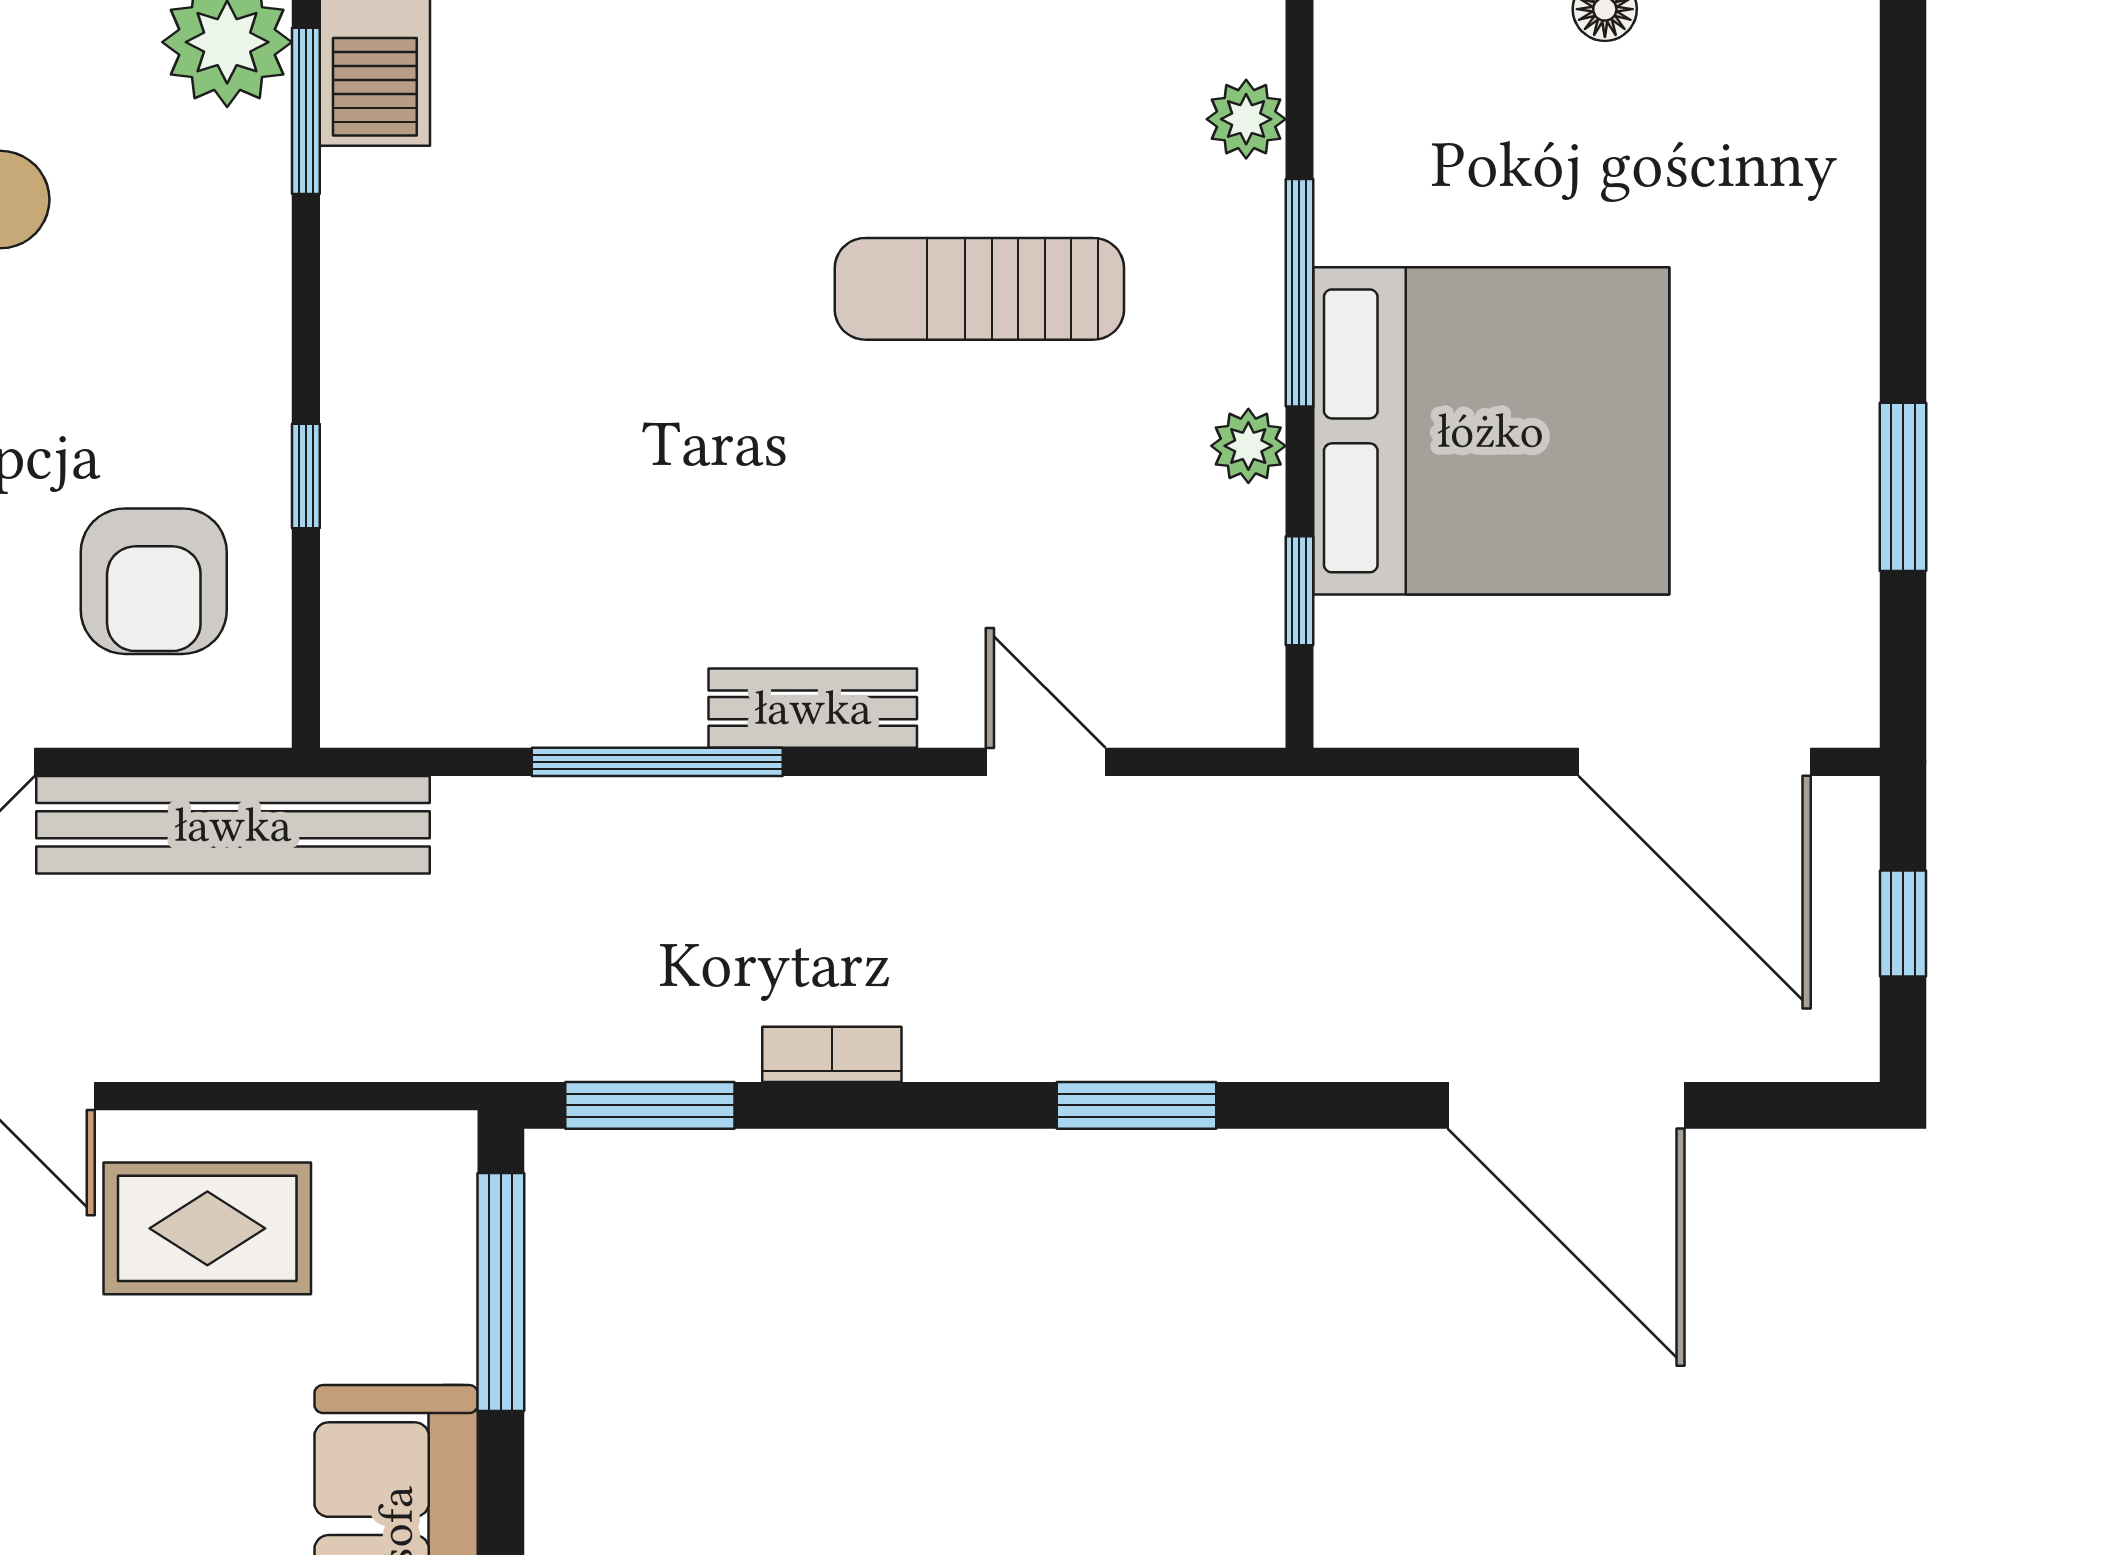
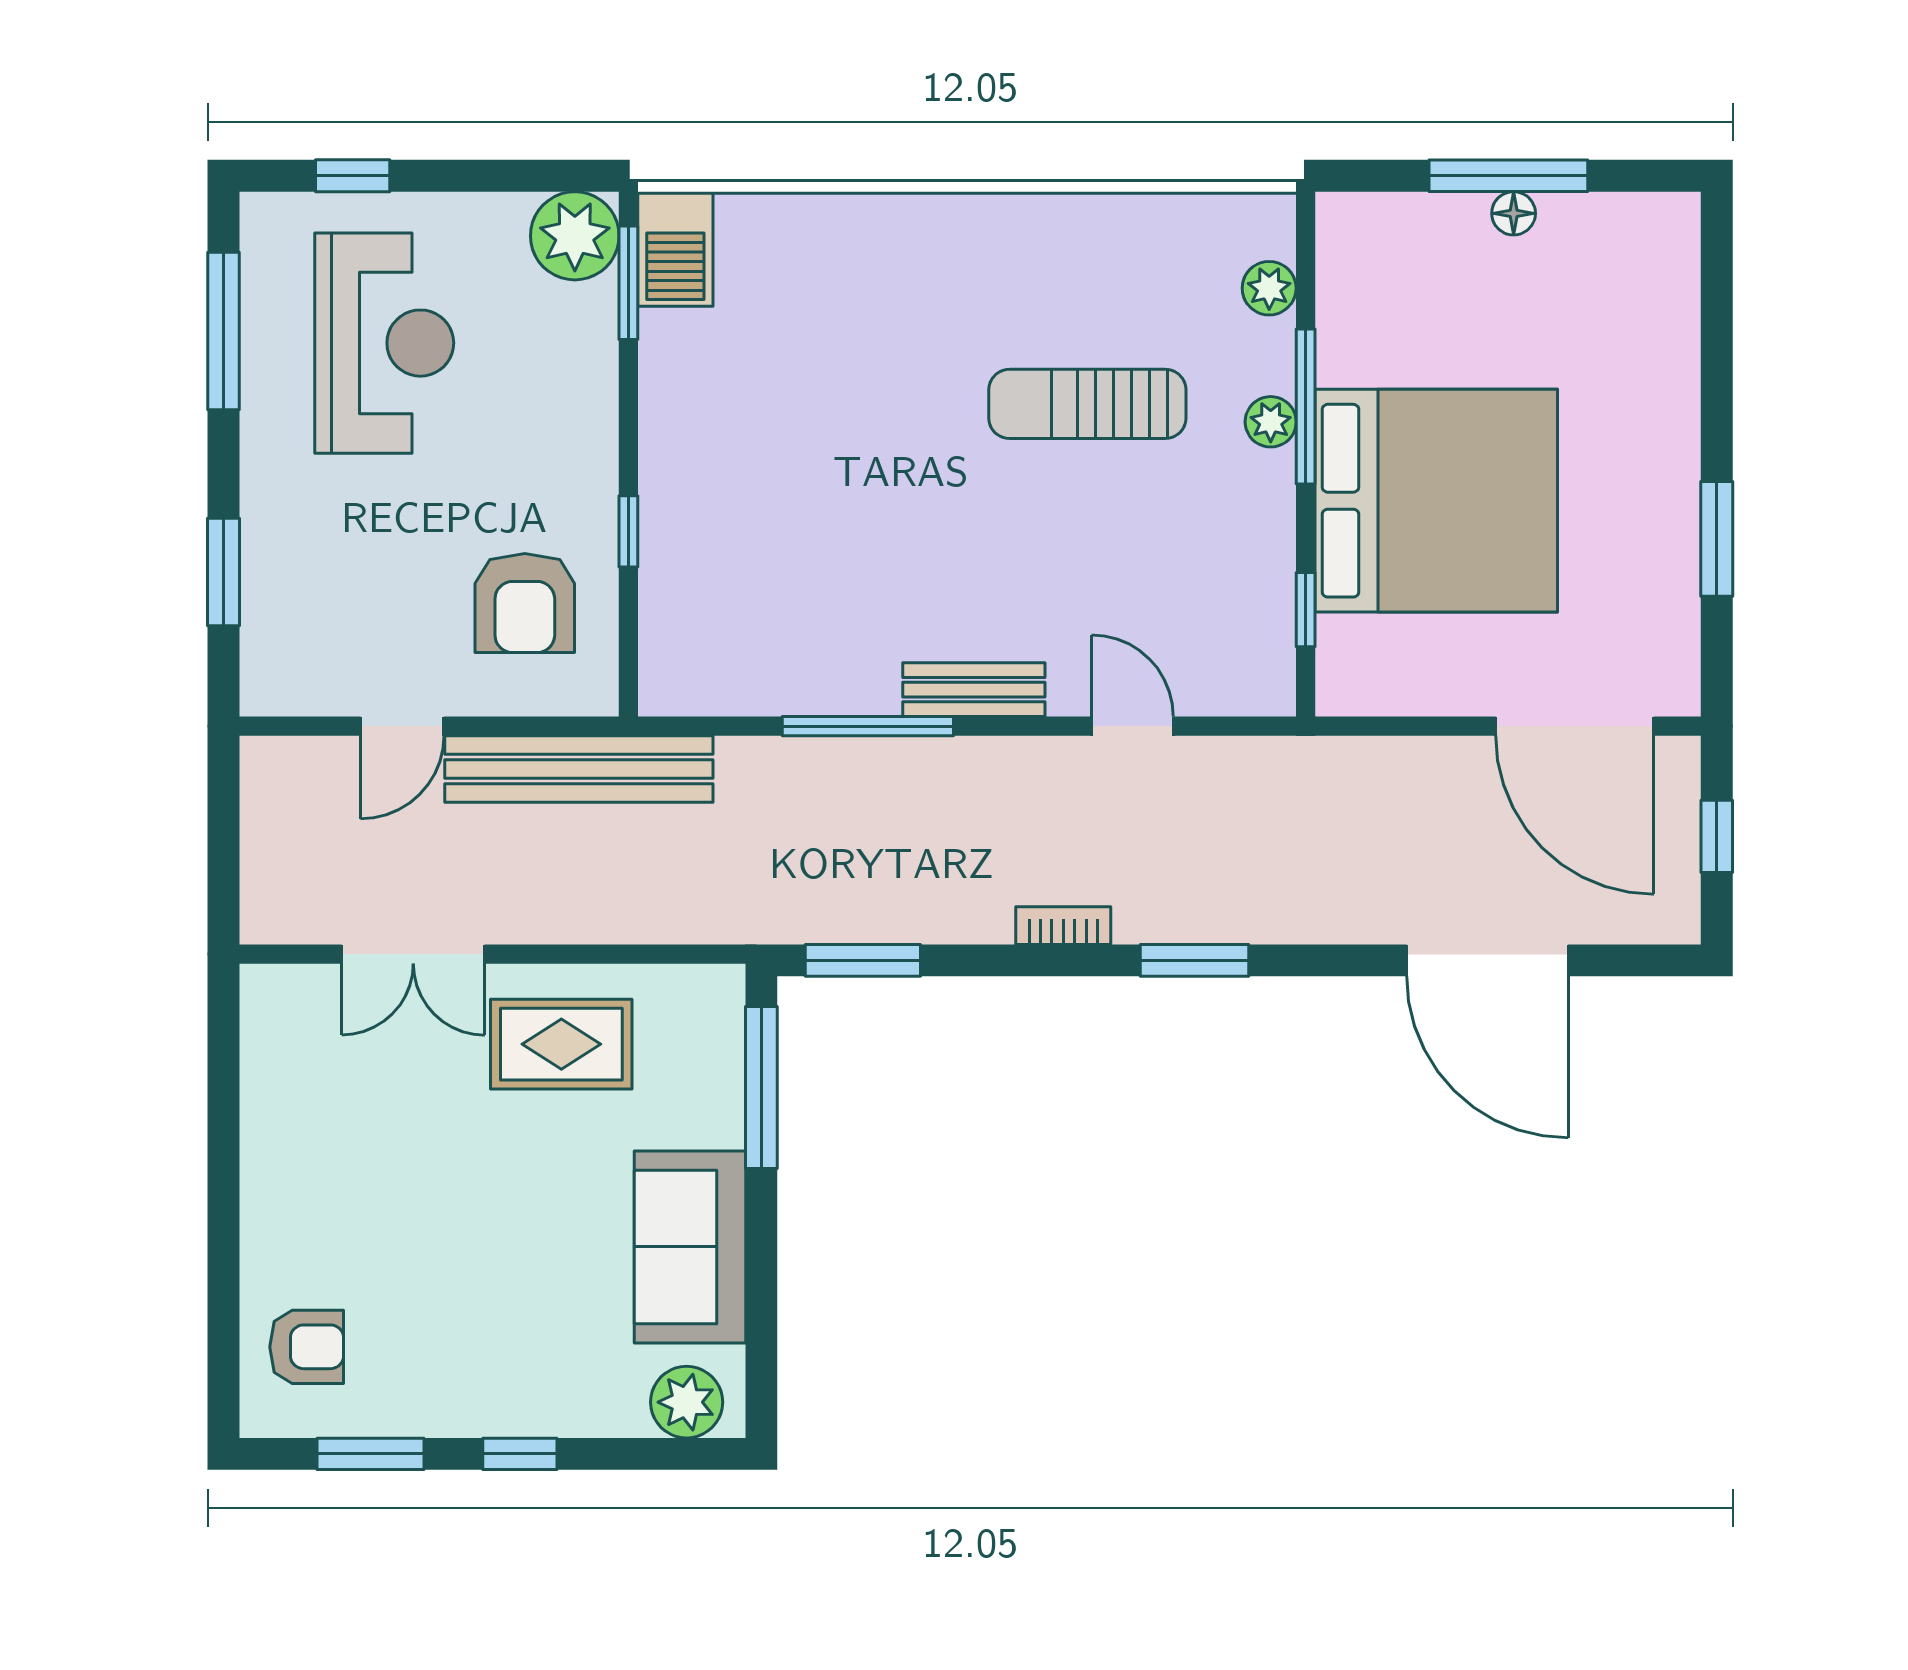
plant: (1248, 446) -> (1271, 422), moved
bookcase: (832, 1054) -> (1063, 926), moved

